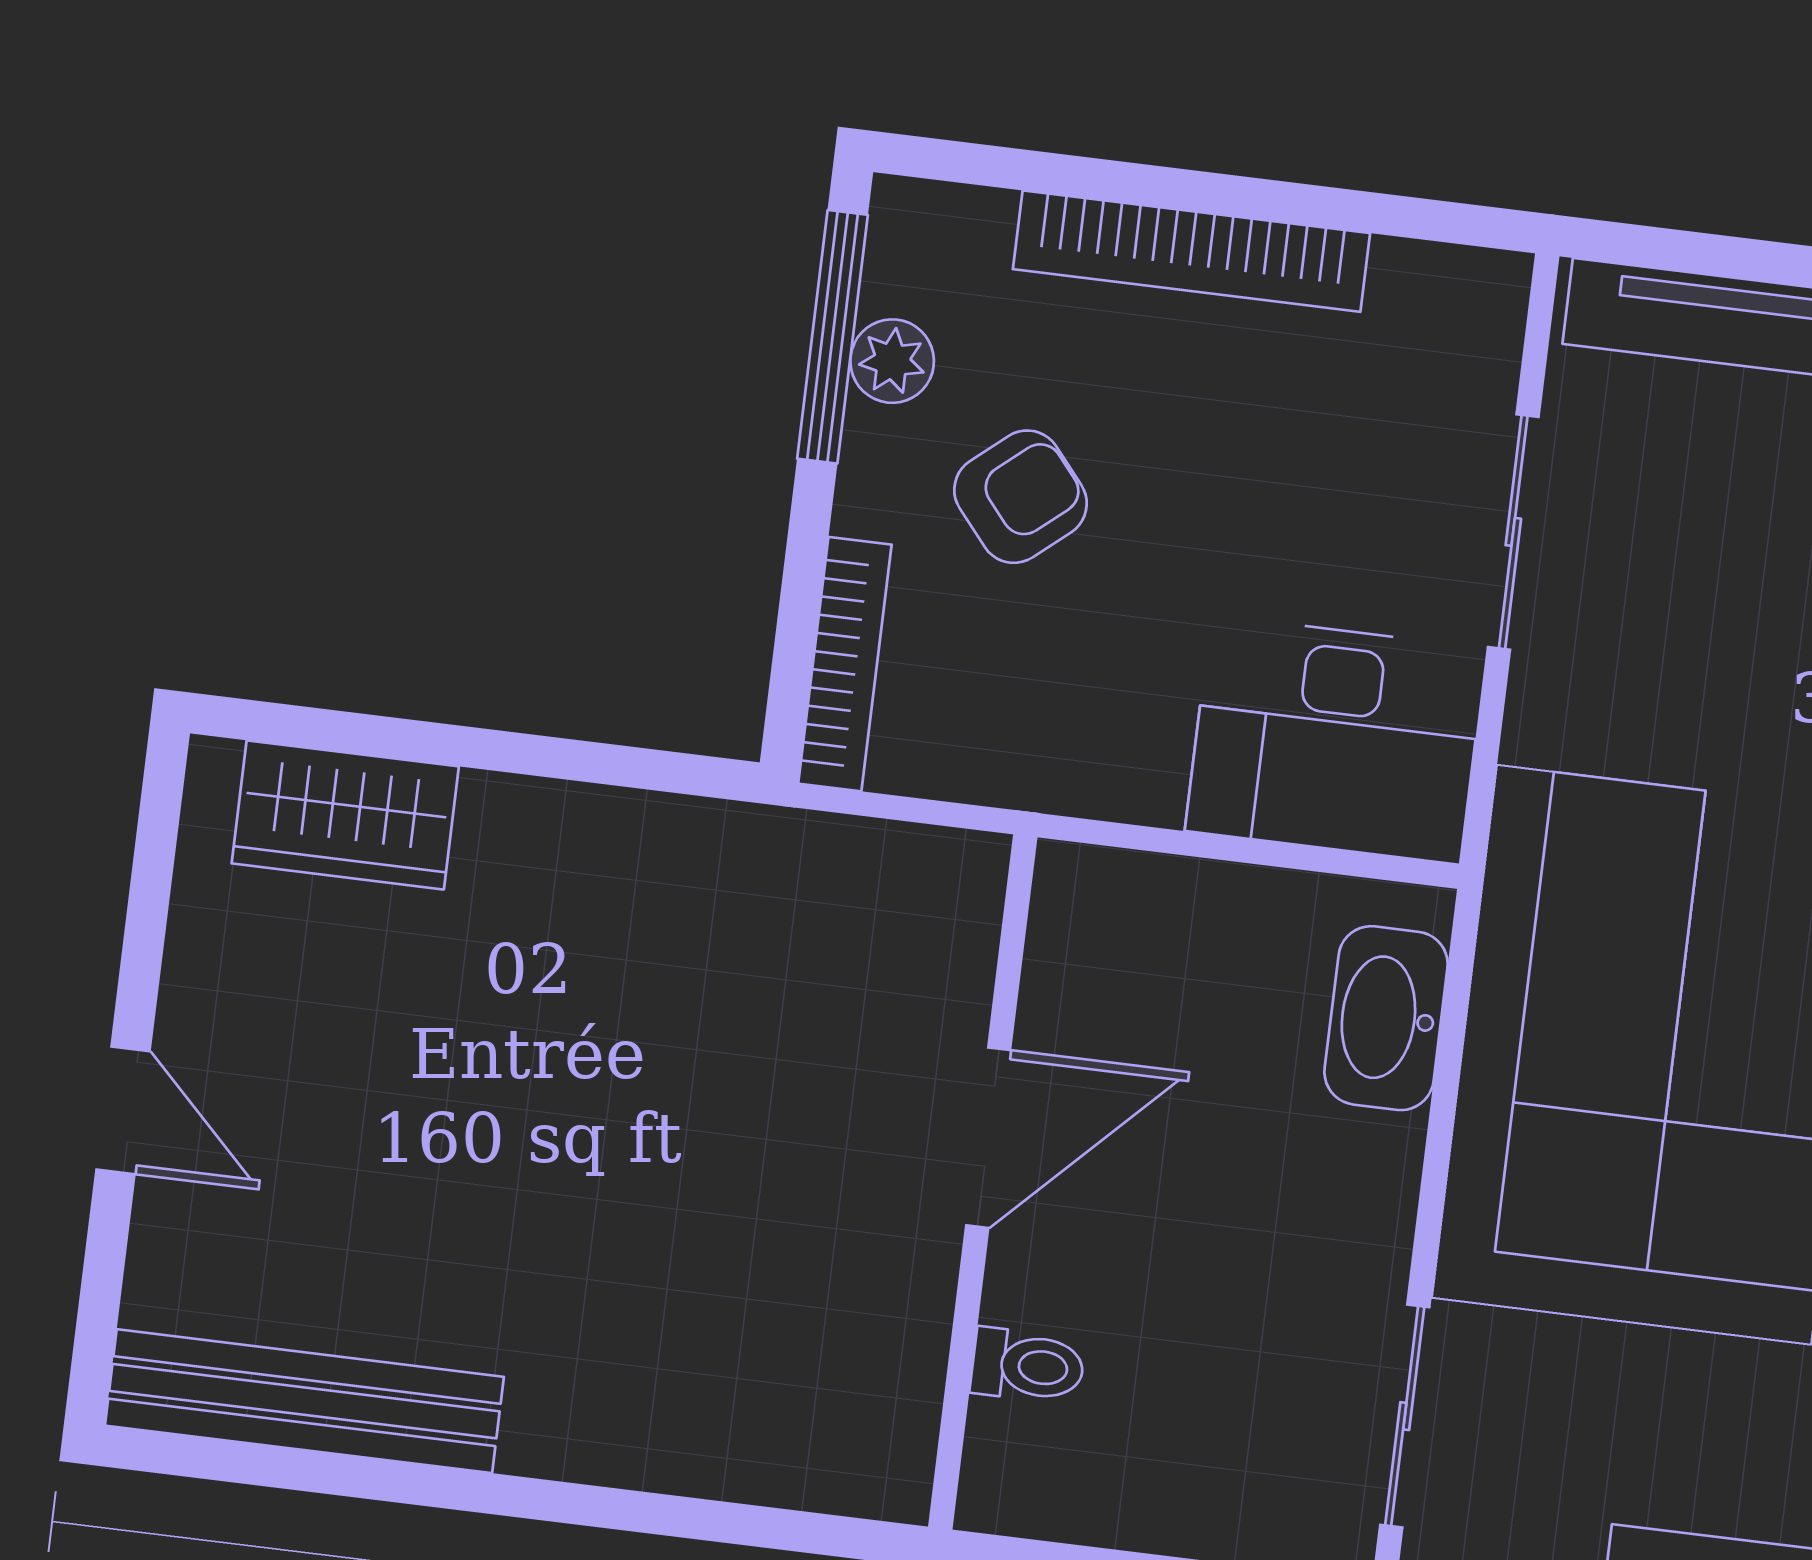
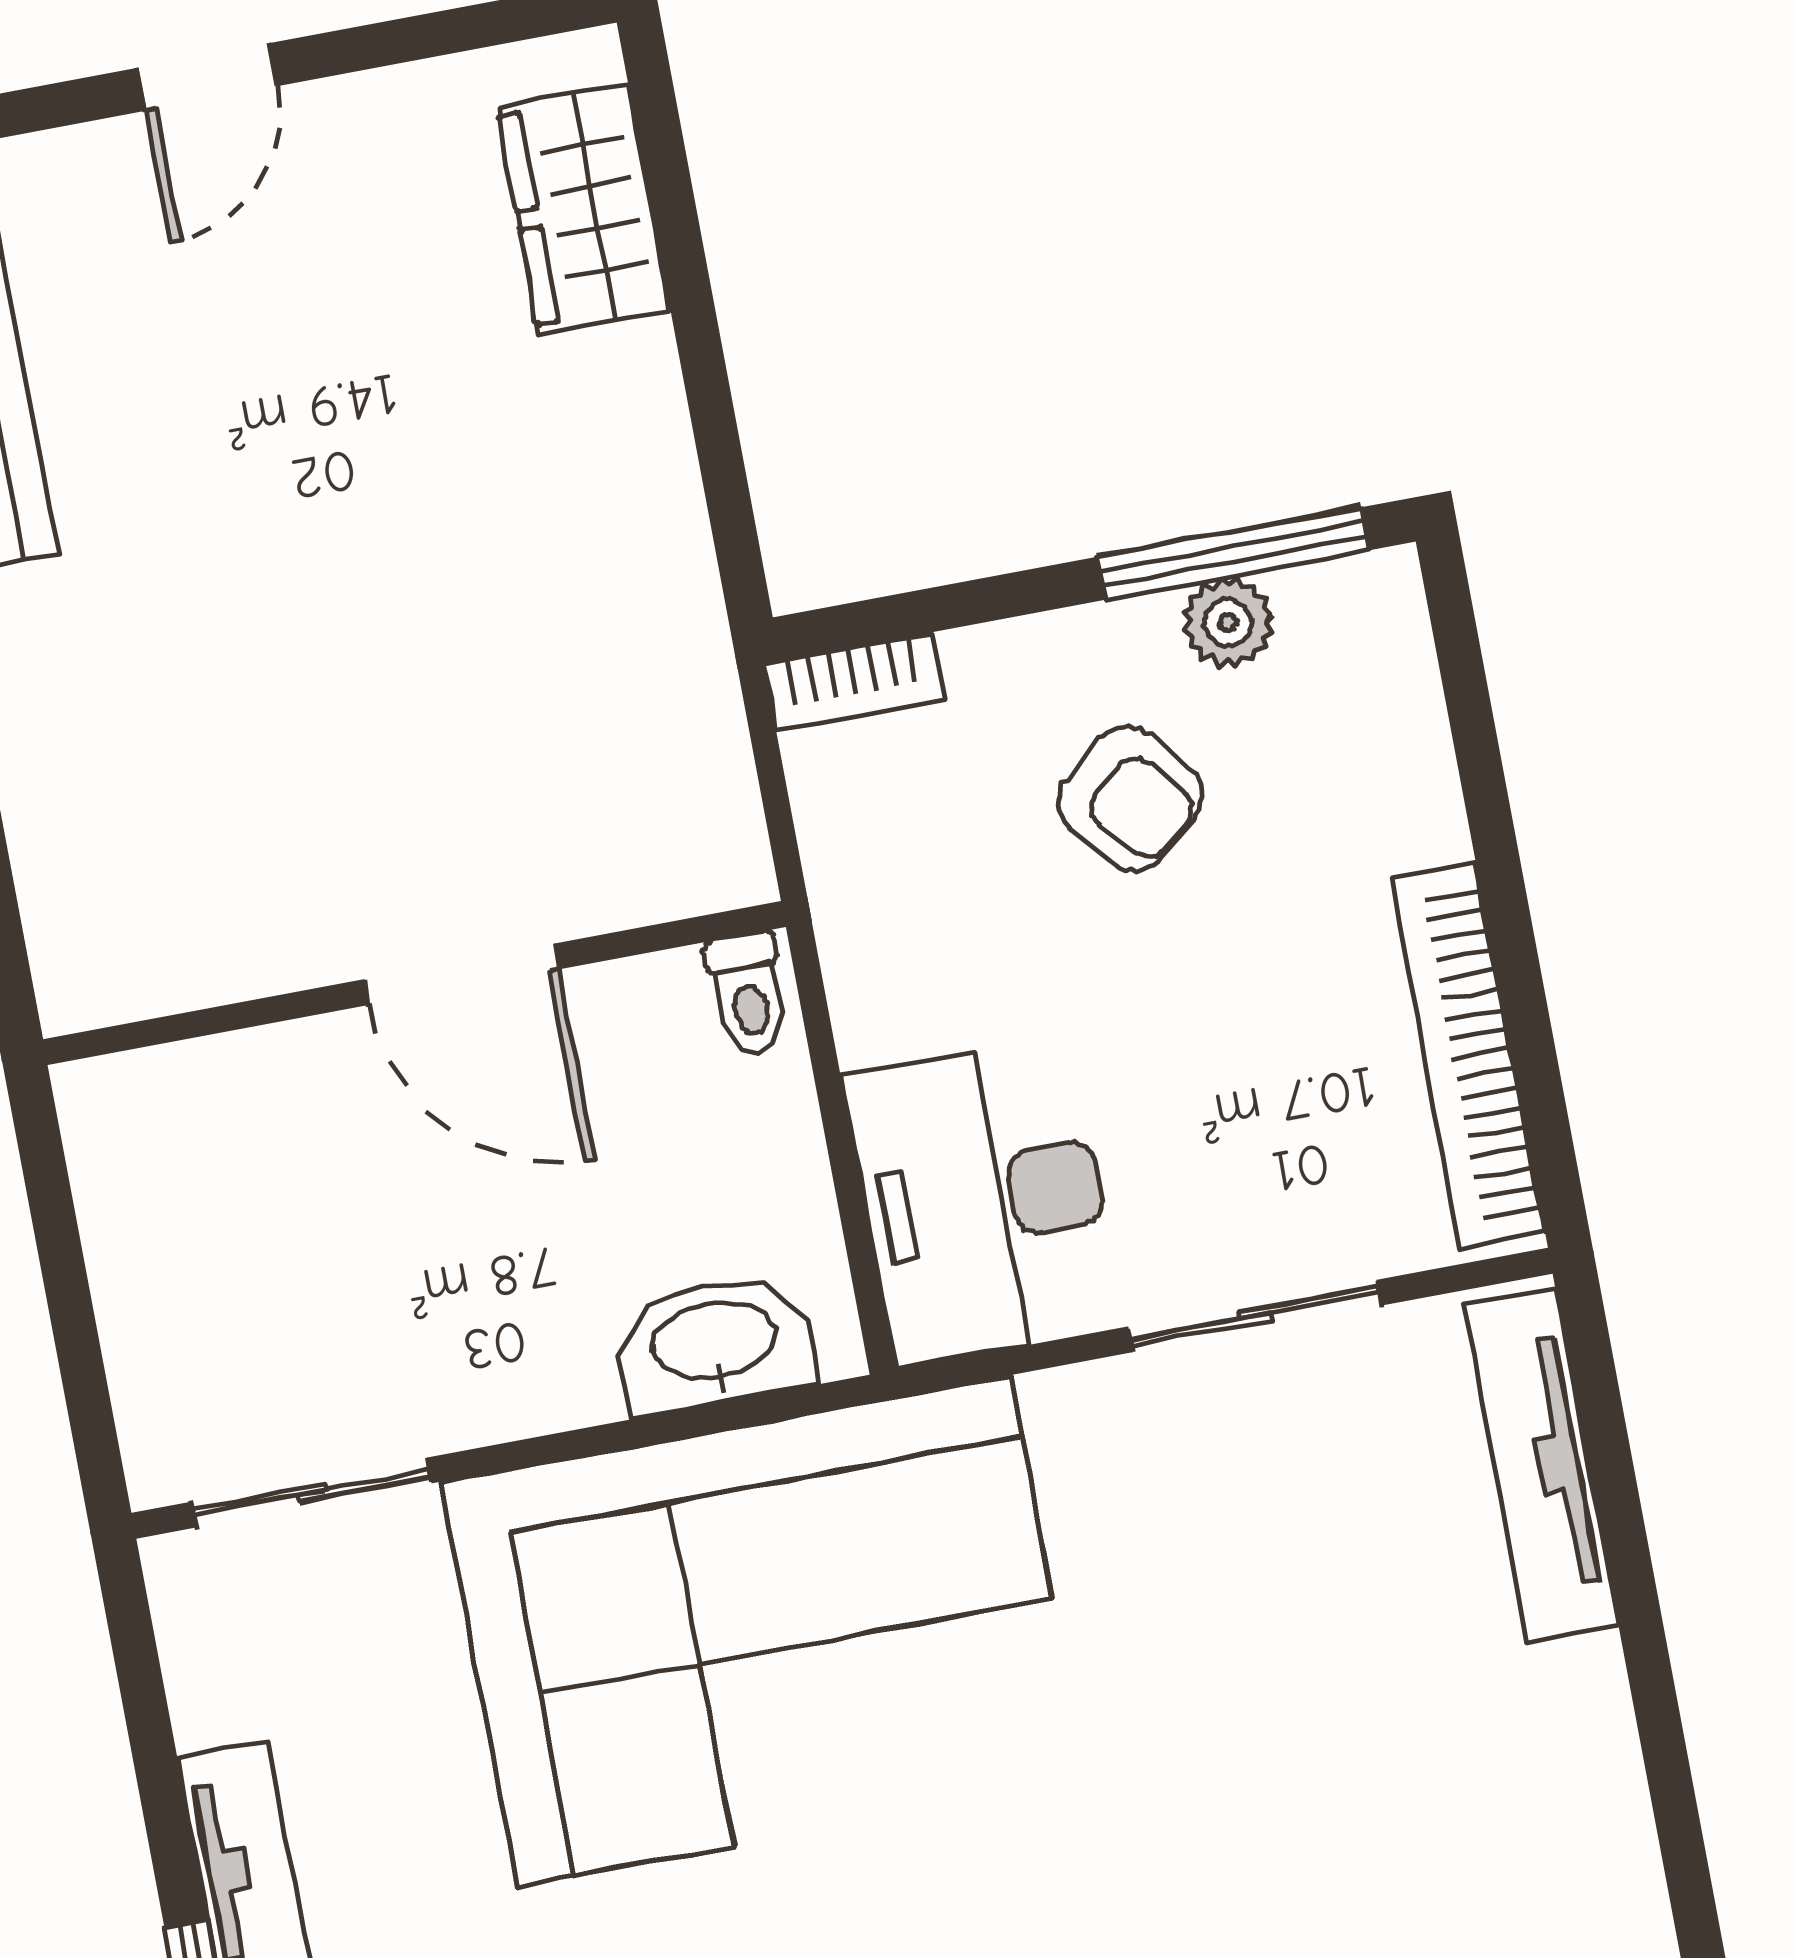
bookcase: (1191, 251) -> (1468, 1056), moved
bookcase: (845, 664) -> (854, 682), width x0.64
toilet: (1028, 1366) -> (748, 994), moved

